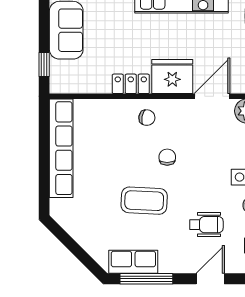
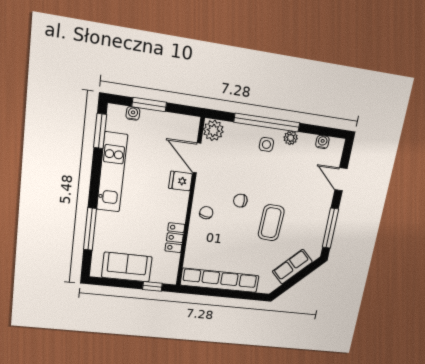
fridge: (172, 77) -> (180, 181), width x0.53, depth x0.75
locker: (131, 84) -> (175, 238), moved
wheelchair: (206, 225) -> (299, 177), removed
row of seats: (133, 262) -> (292, 267), moved, turned 45

